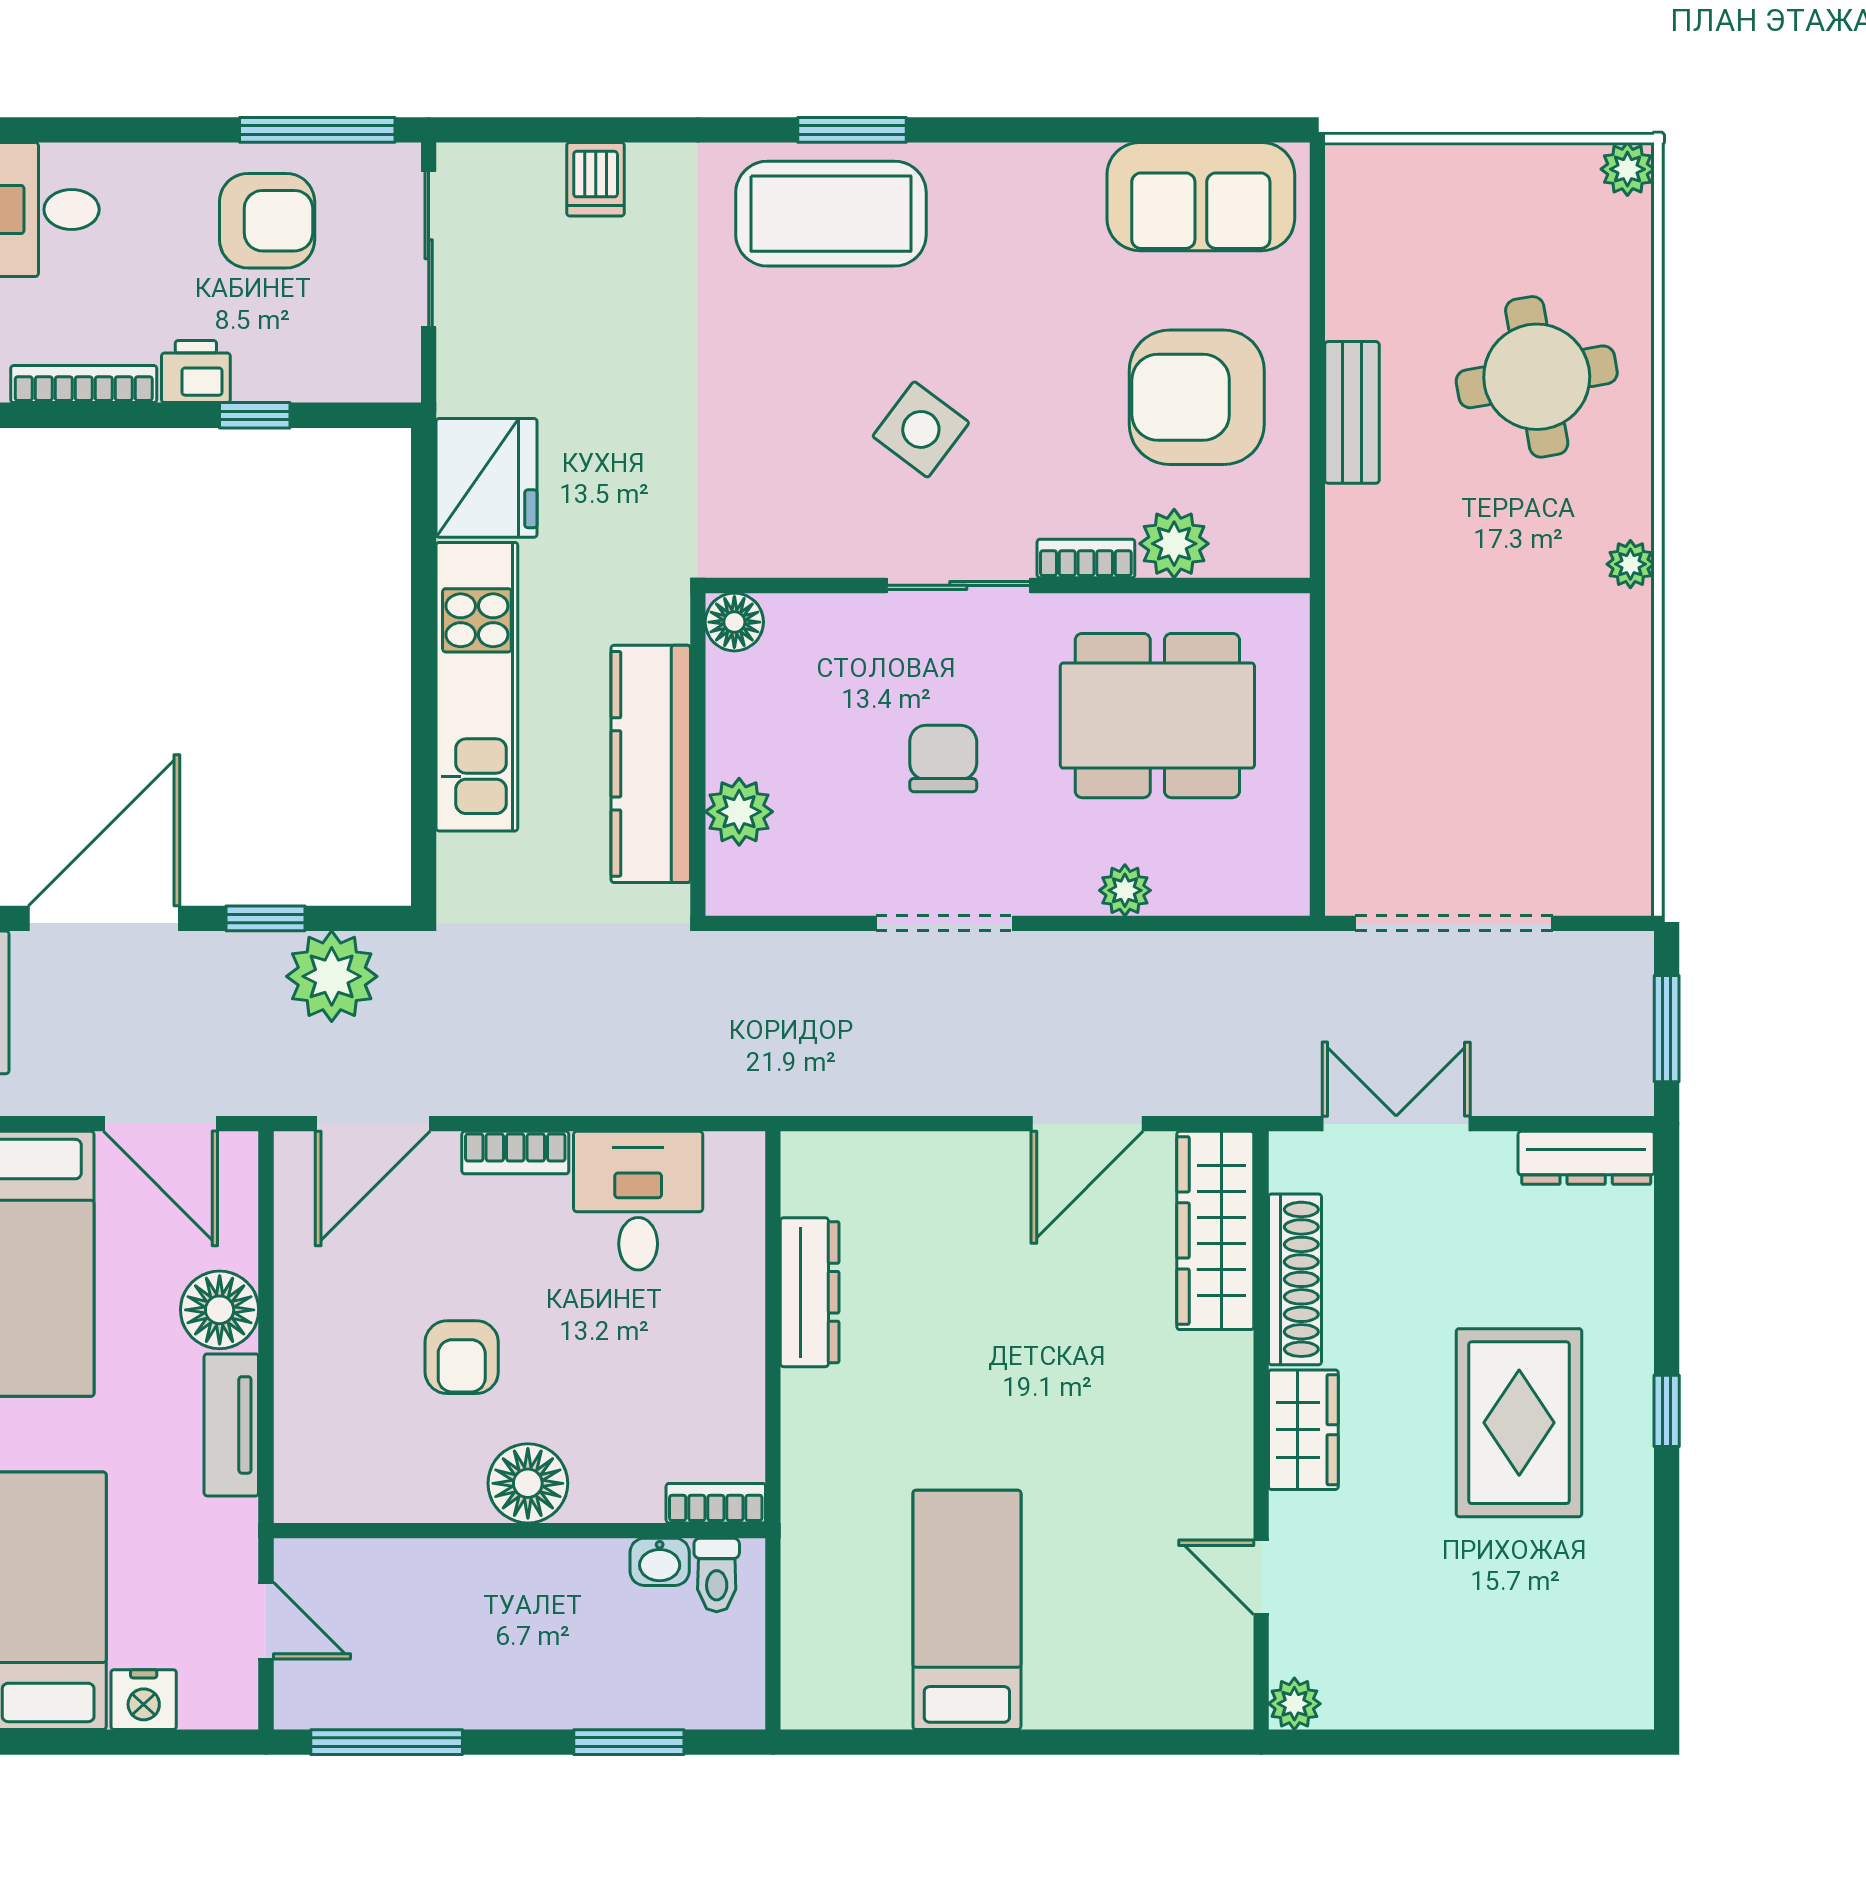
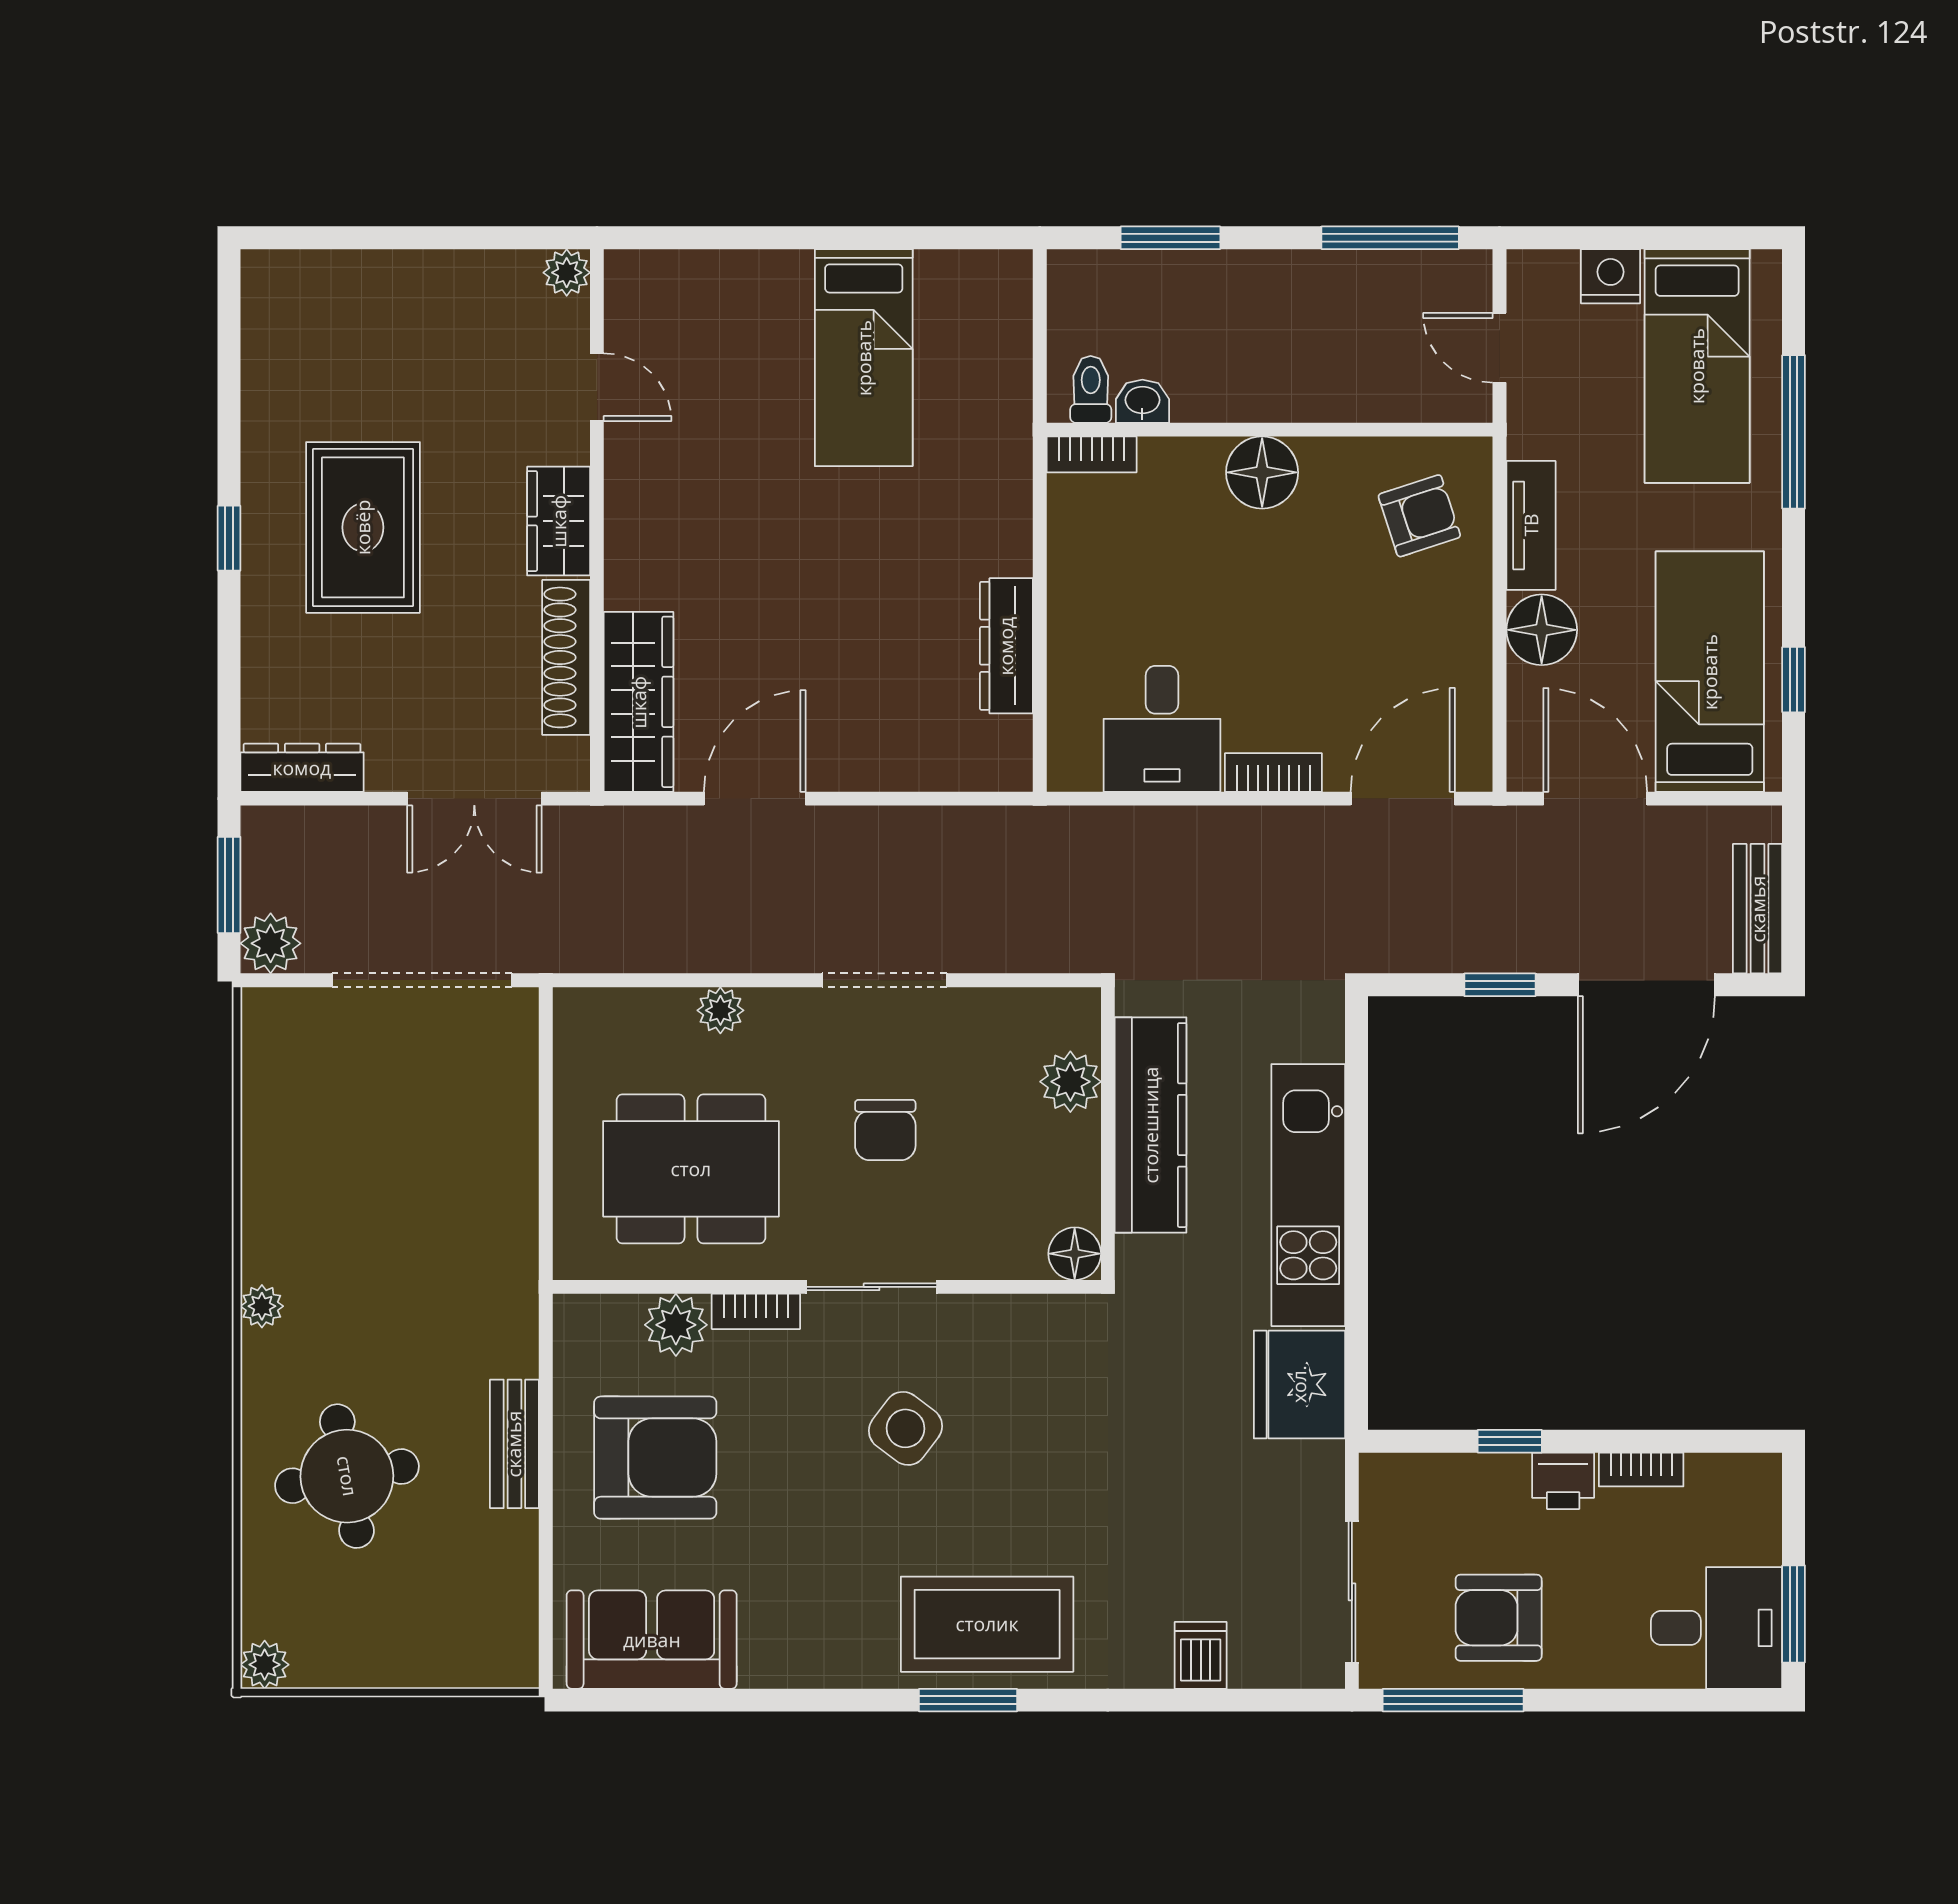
bookcase: (84, 384) -> (1641, 1470), width x0.64
plant: (332, 976) -> (271, 943), moved, width x0.73, depth x0.73
armchair: (462, 1357) -> (1419, 516), moved, turned 72

